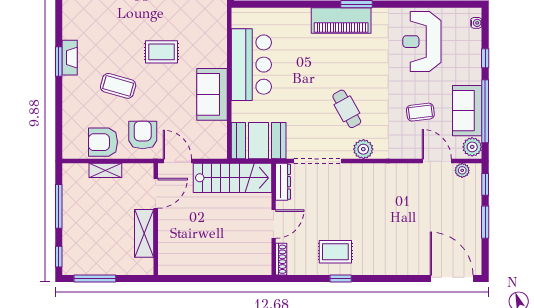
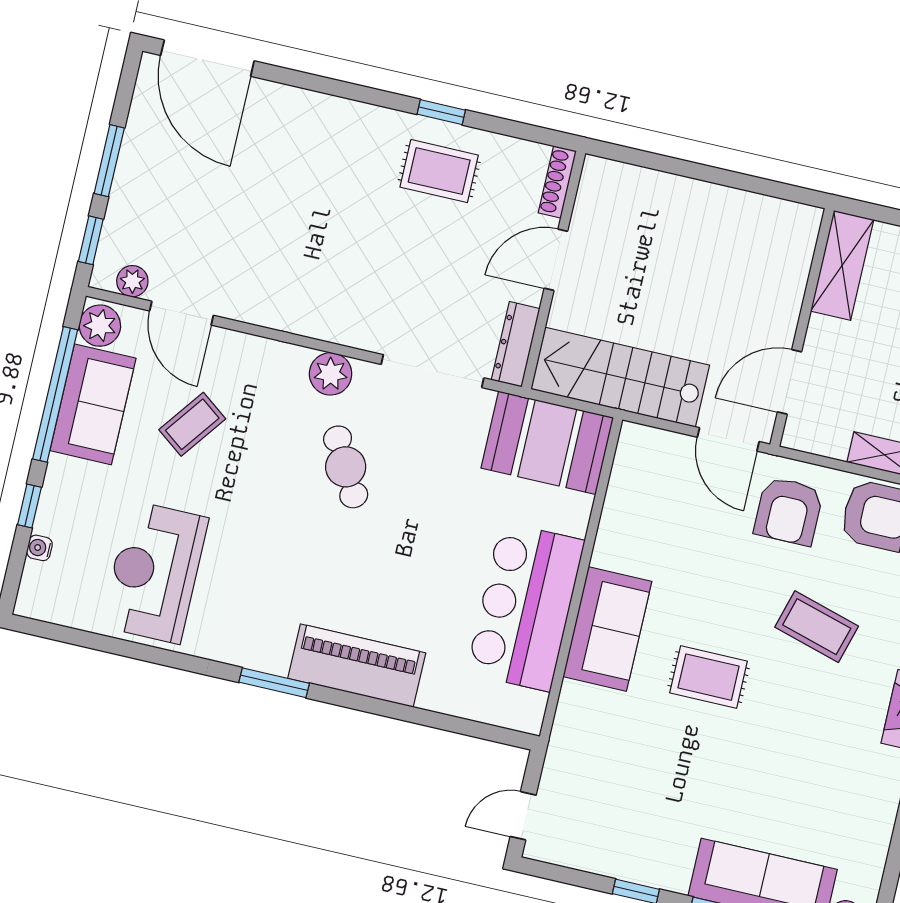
piano: (341, 21) -> (357, 666), moved
water cooler: (476, 23) -> (39, 548), moved
reception desk: (422, 42) -> (155, 572), turned 180
sofa: (212, 94) -> (607, 629), moved
coffee table: (420, 112) -> (192, 424), turned -46
shelving: (144, 233) -> (842, 265), moved

